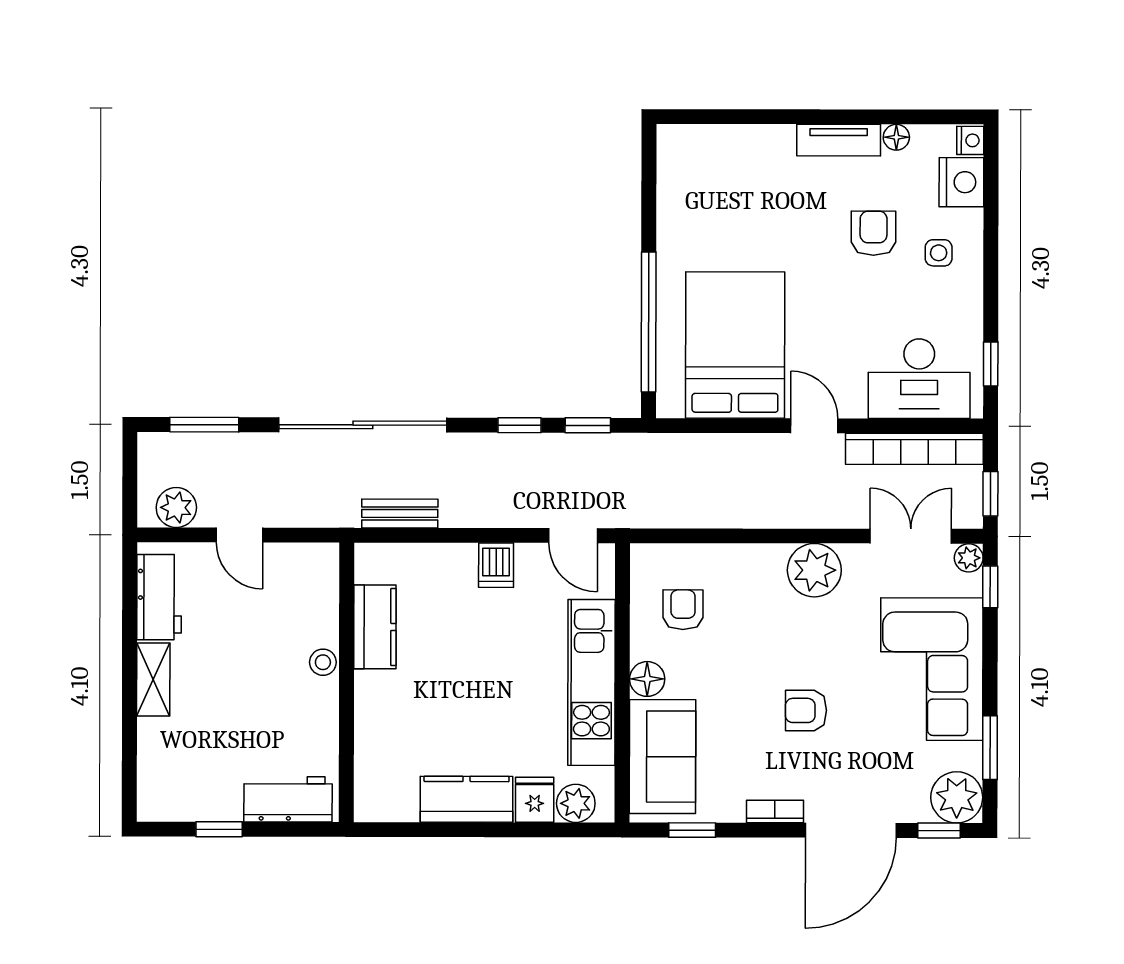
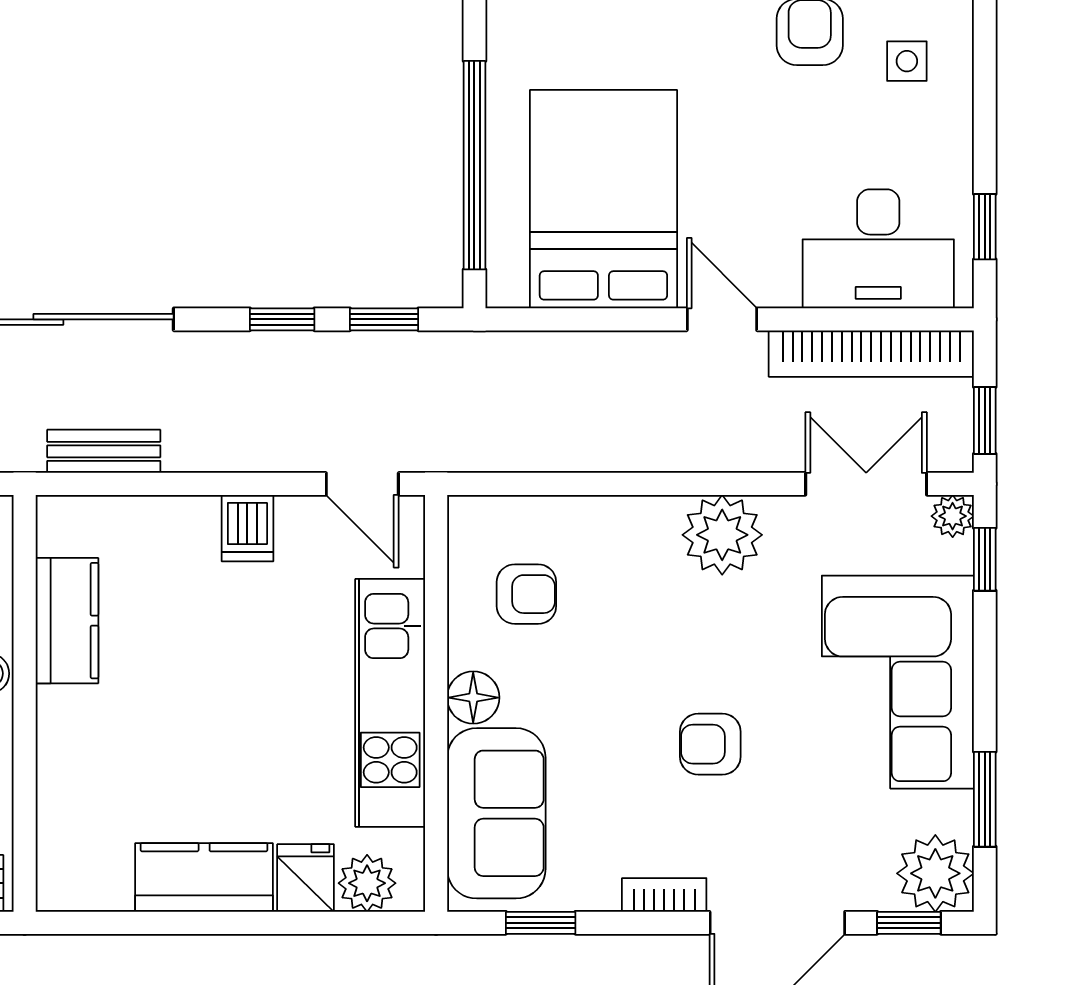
armchair: (683, 610) -> (526, 594), turned 90

